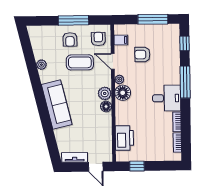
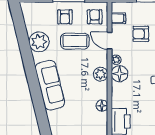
plant: (41, 65) -> (39, 42), width x1.87, depth x1.87
floor lamp: (106, 106) -> (102, 106), moved

